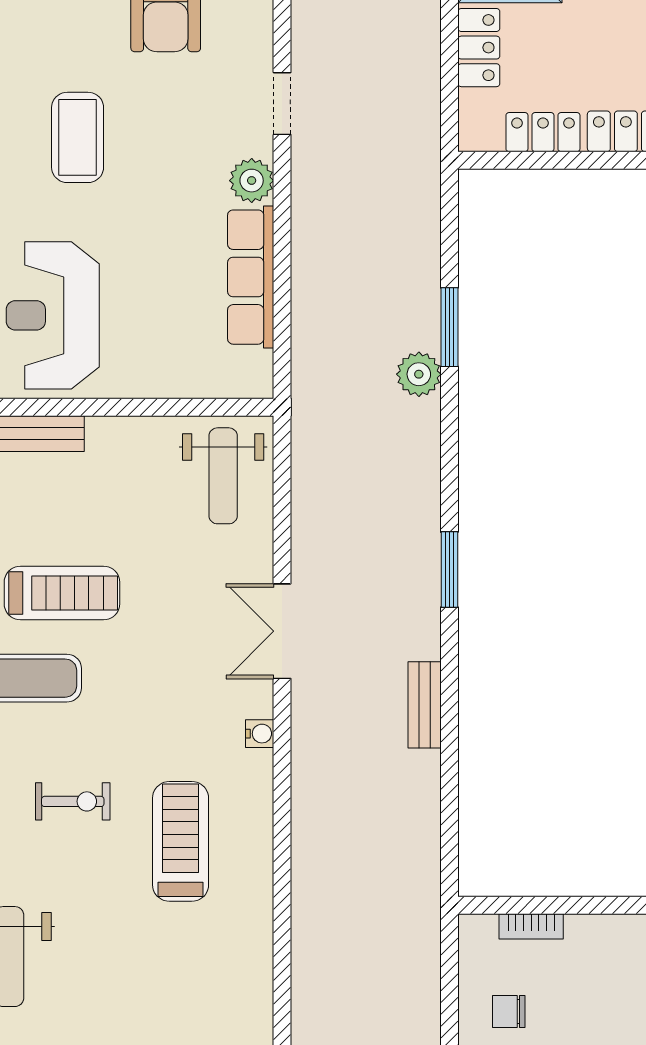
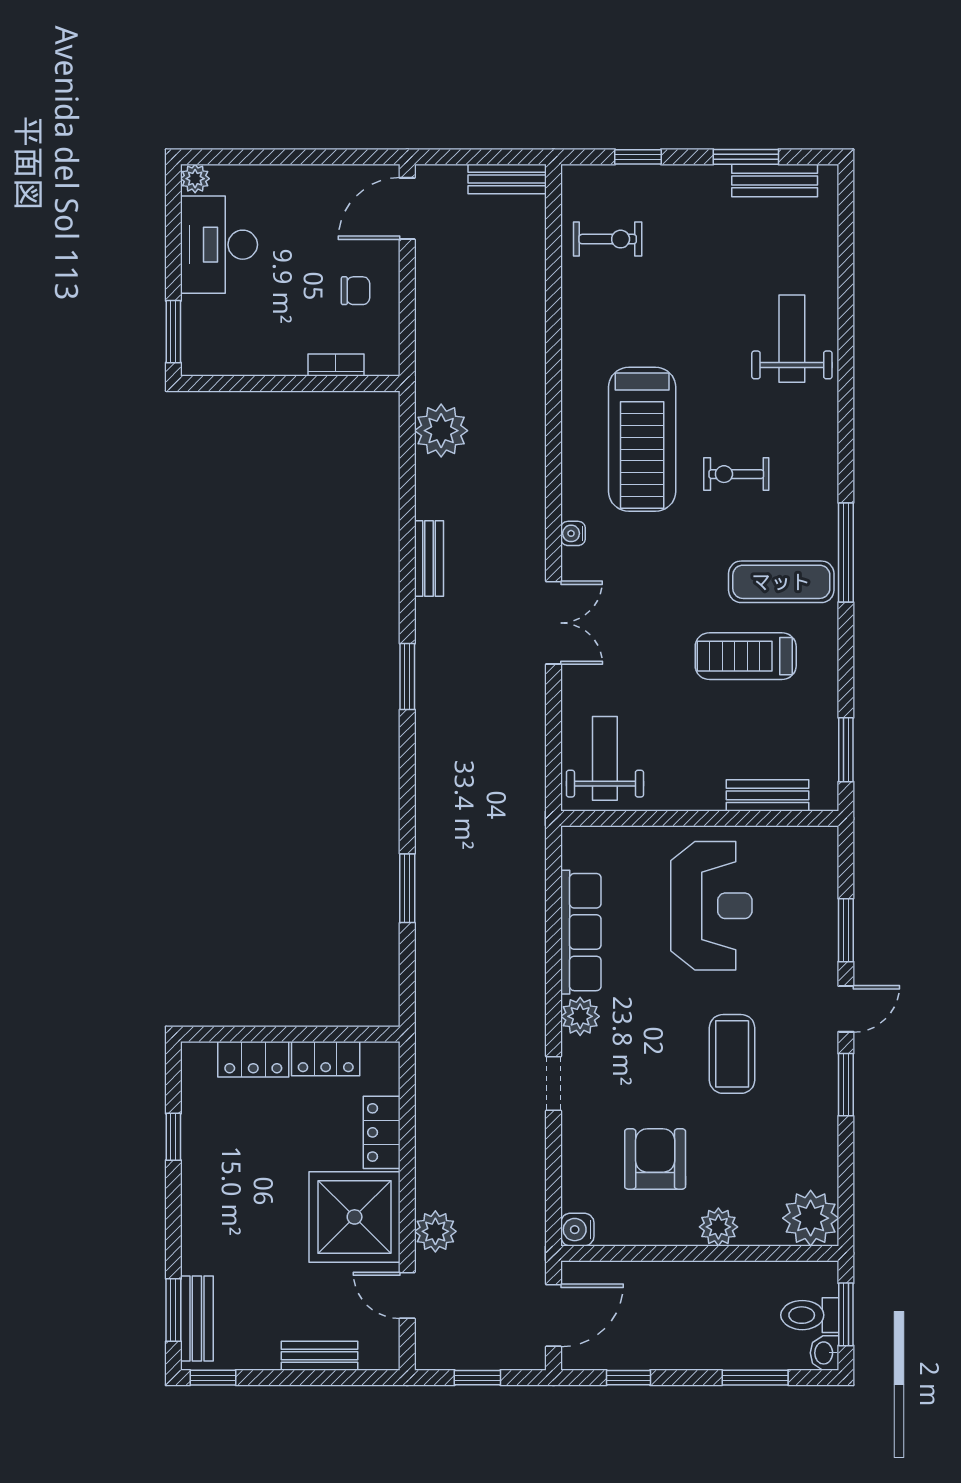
reception desk: (53, 315) -> (711, 906), moved
plant: (419, 374) -> (441, 431), moved, width x1.36, depth x1.36
treadmill: (181, 841) -> (642, 439), width x1.37, depth x1.38

